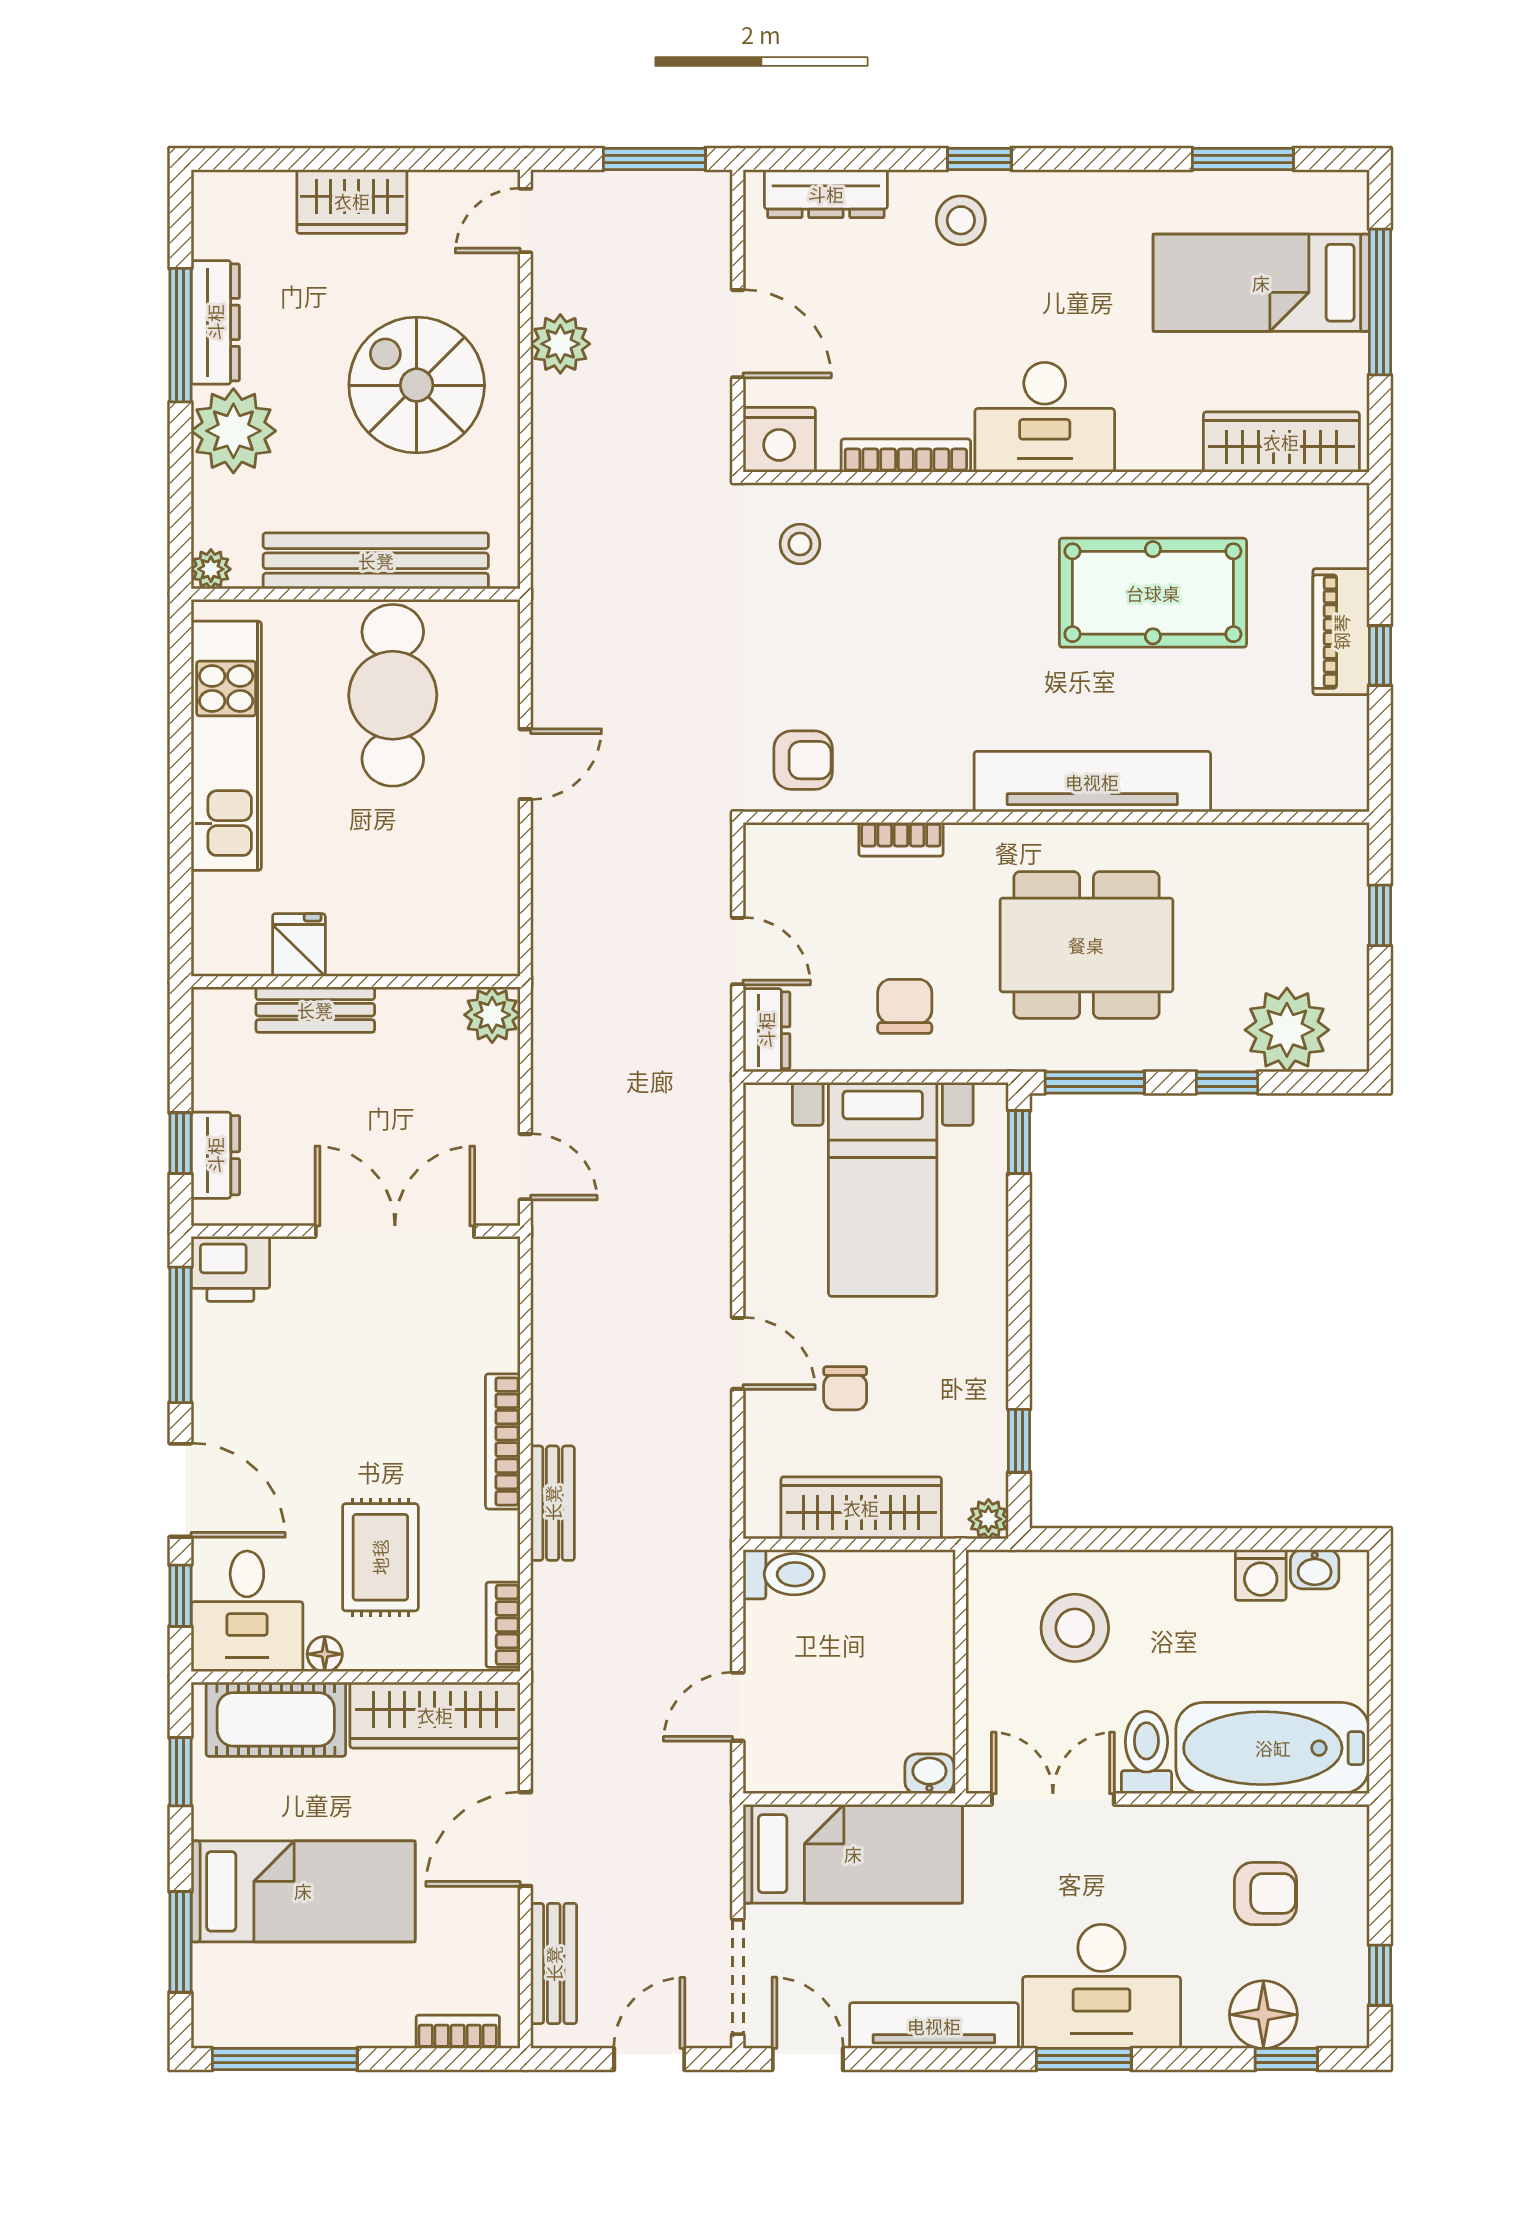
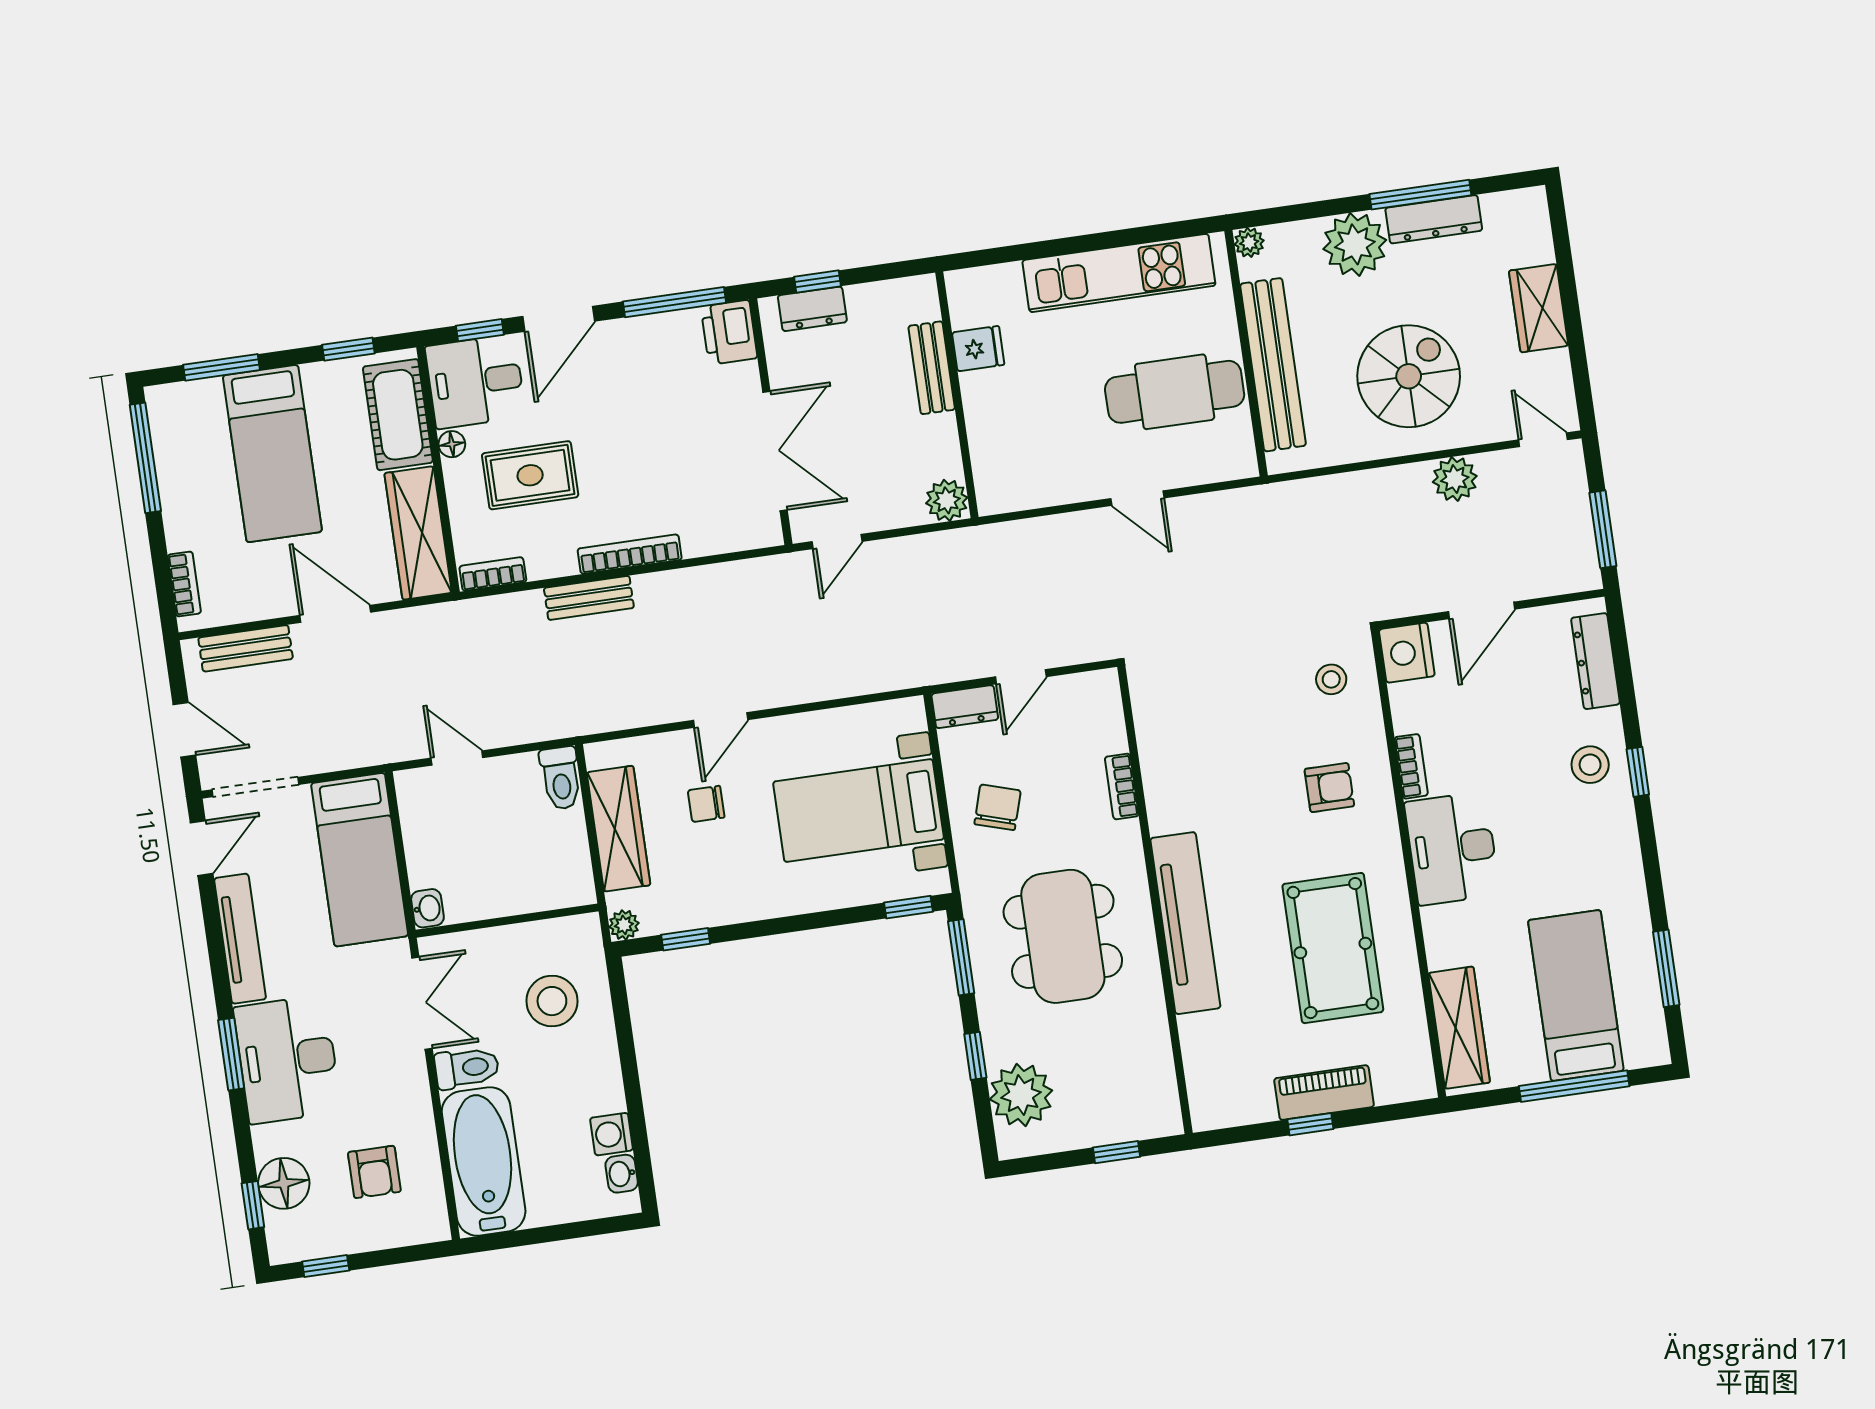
bookcase: (906, 456) -> (1411, 766), width x0.64
armchair: (803, 760) -> (1329, 788), moved, turned -90
chair: (905, 1006) -> (998, 807), turned -73

